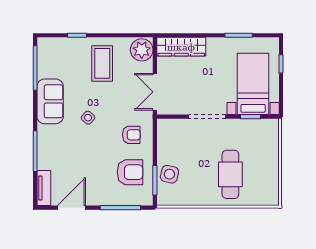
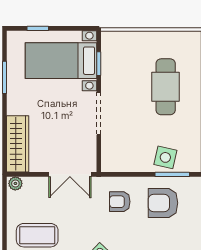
plant: (142, 50) -> (15, 183), width x0.53, depth x0.53
armchair: (131, 135) -> (120, 202), turned -90
armchair: (130, 172) -> (163, 203), turned -90
cafe table: (230, 174) -> (166, 87), turned 90

